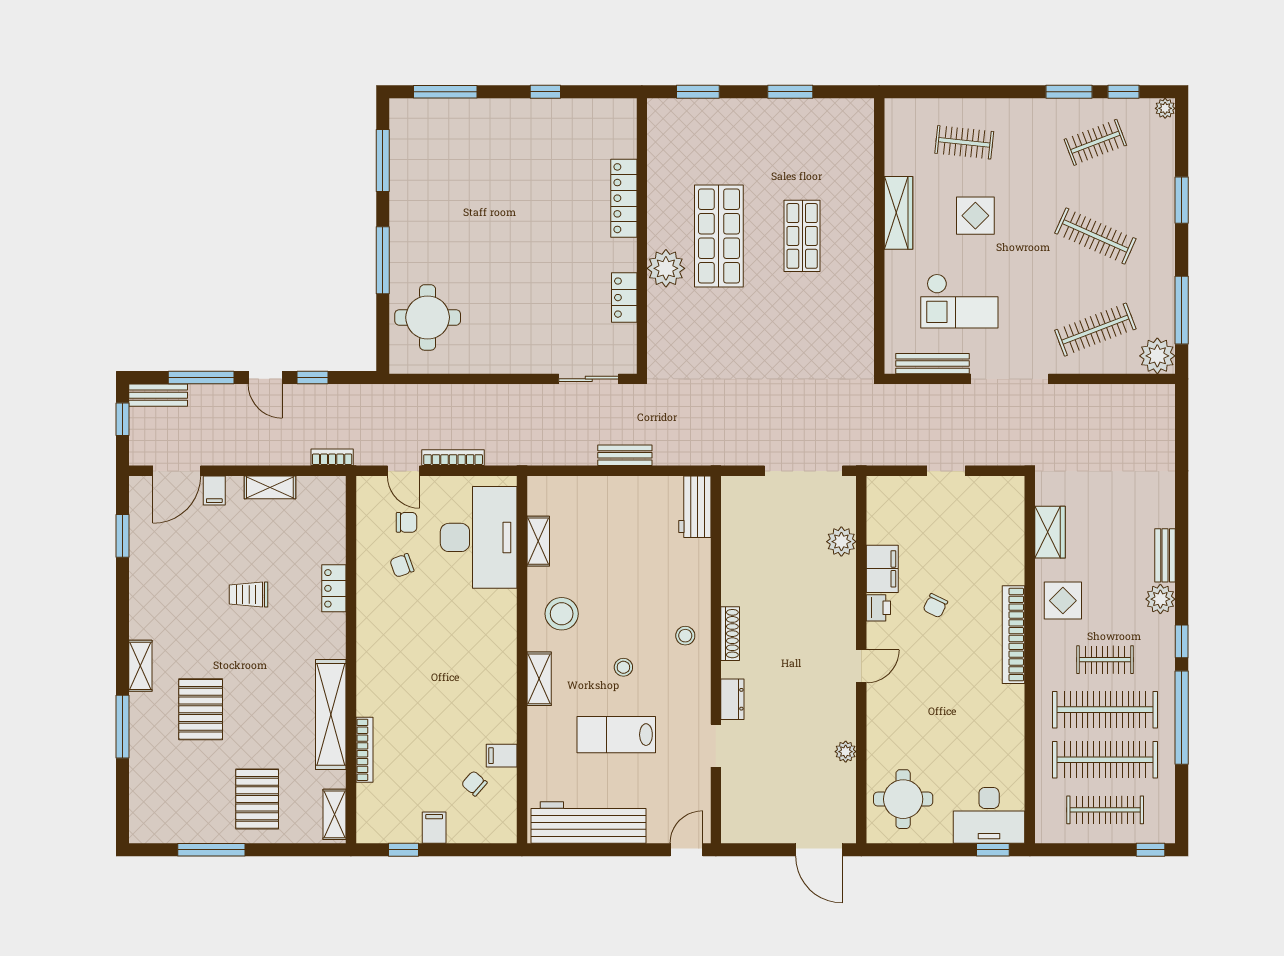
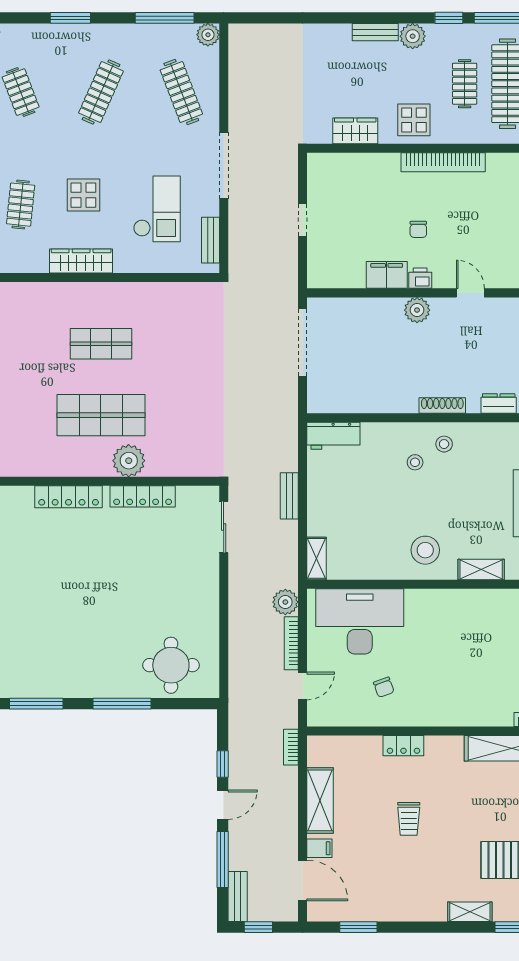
locker: (624, 298) -> (143, 496), width x1.53
plant: (1157, 356) -> (208, 35), width x0.73, depth x0.73
bench: (933, 364) -> (210, 240), width x0.73
plant: (501, 451) -> (285, 602), added
shelving: (270, 487) -> (320, 800), width x1.50, depth x1.33
chair: (407, 522) -> (347, 683), removed
shelving: (538, 541) -> (317, 558), moved, turned 90
plant: (841, 542) -> (417, 310), moved
chair: (935, 606) -> (418, 229), turned 64
stool: (623, 667) -> (415, 462), moved

